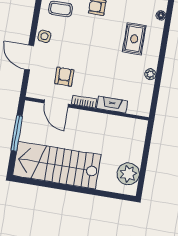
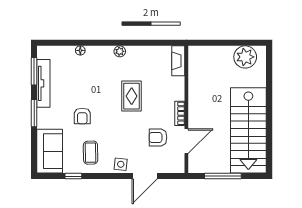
rug: (134, 39) -> (132, 96), moved, turned 90
plant: (150, 74) -> (120, 51), moved
fireplace: (112, 105) -> (178, 61), moved

